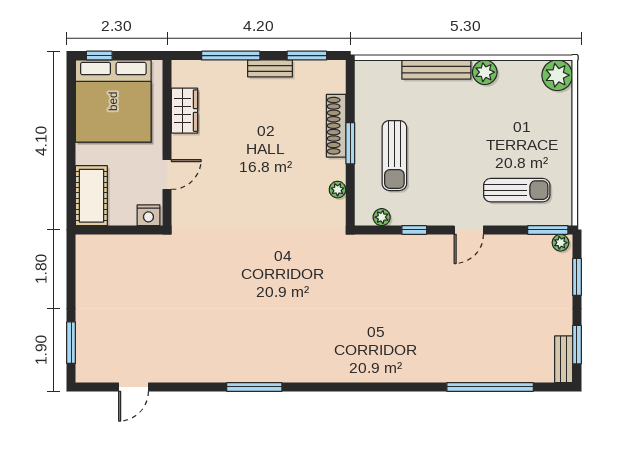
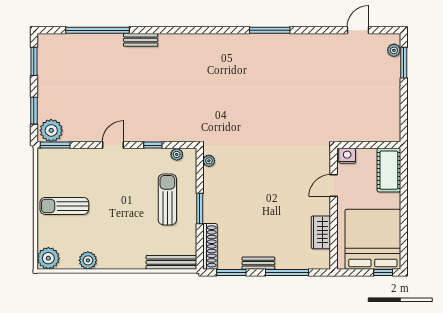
bench: (436, 70) -> (171, 262), moved
plant: (485, 72) -> (88, 260), moved
shoe rack: (336, 126) -> (210, 246), moved
plant: (338, 190) -> (209, 161), moved
sun lounger: (517, 190) -> (64, 206), moved
plant: (561, 243) -> (51, 130), width x1.88, depth x1.88
bench: (564, 359) -> (141, 40), moved, turned 90
plant: (85, 360) -> (394, 50), added

